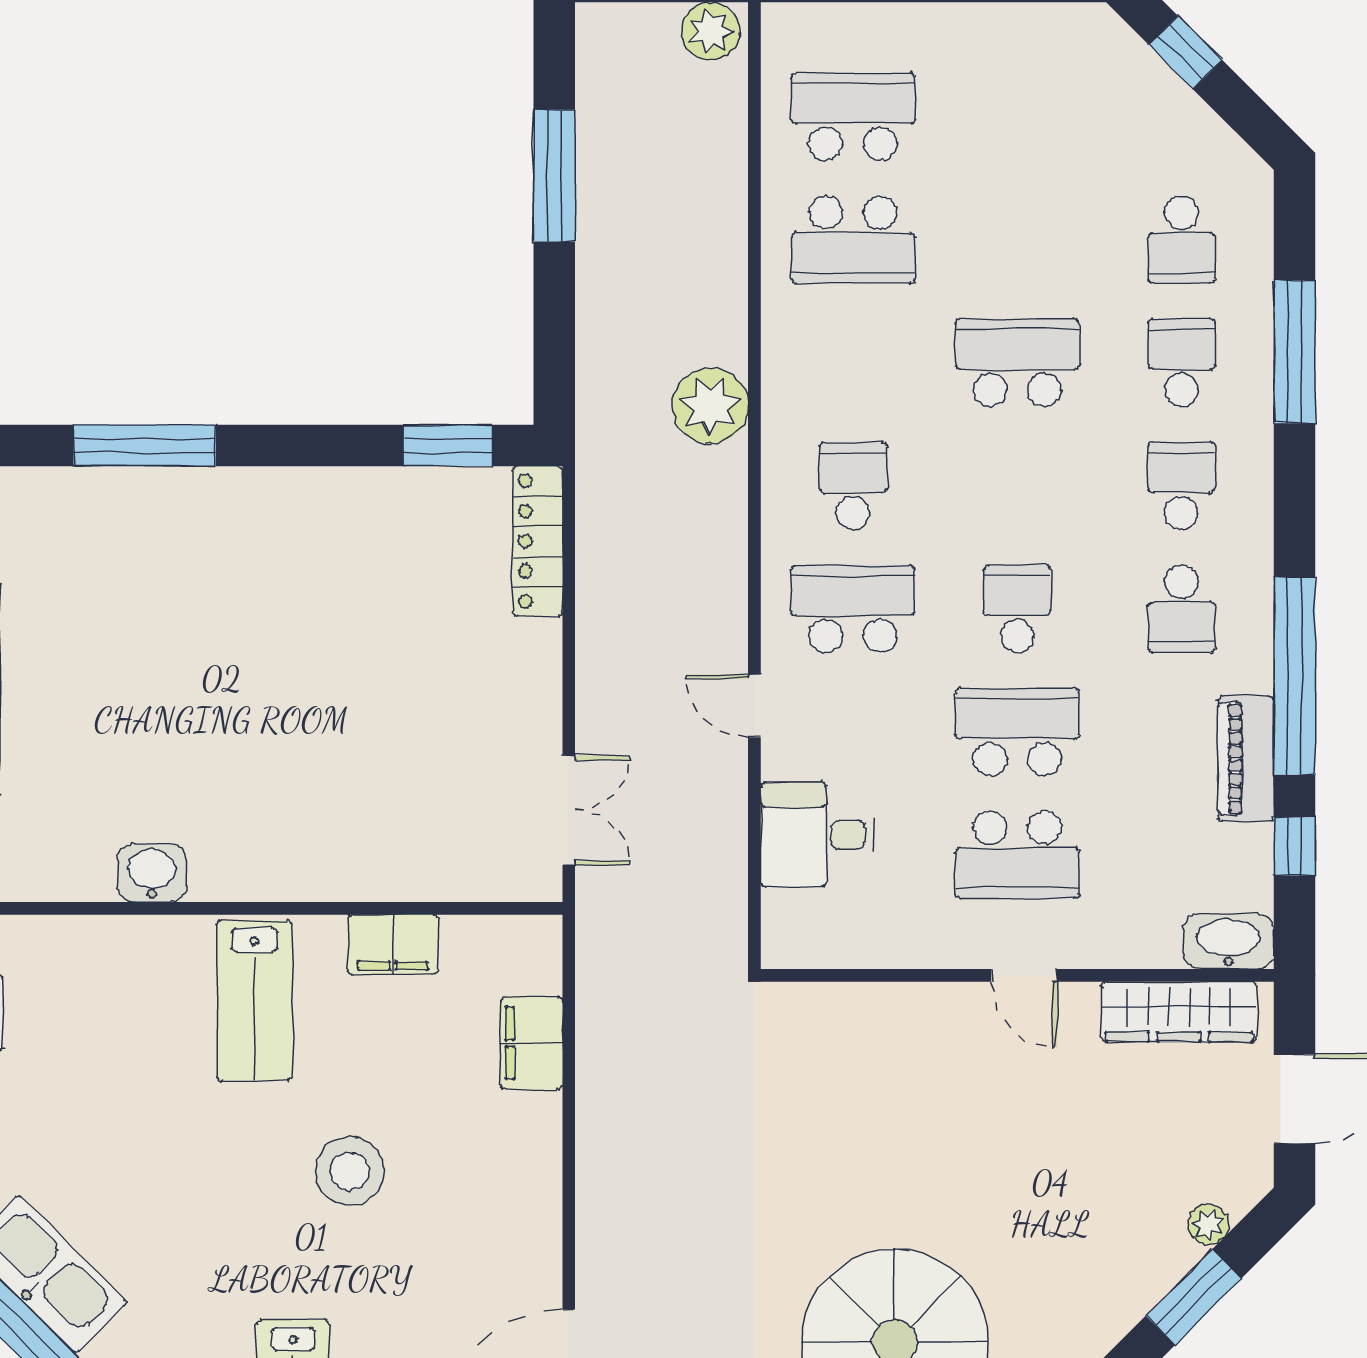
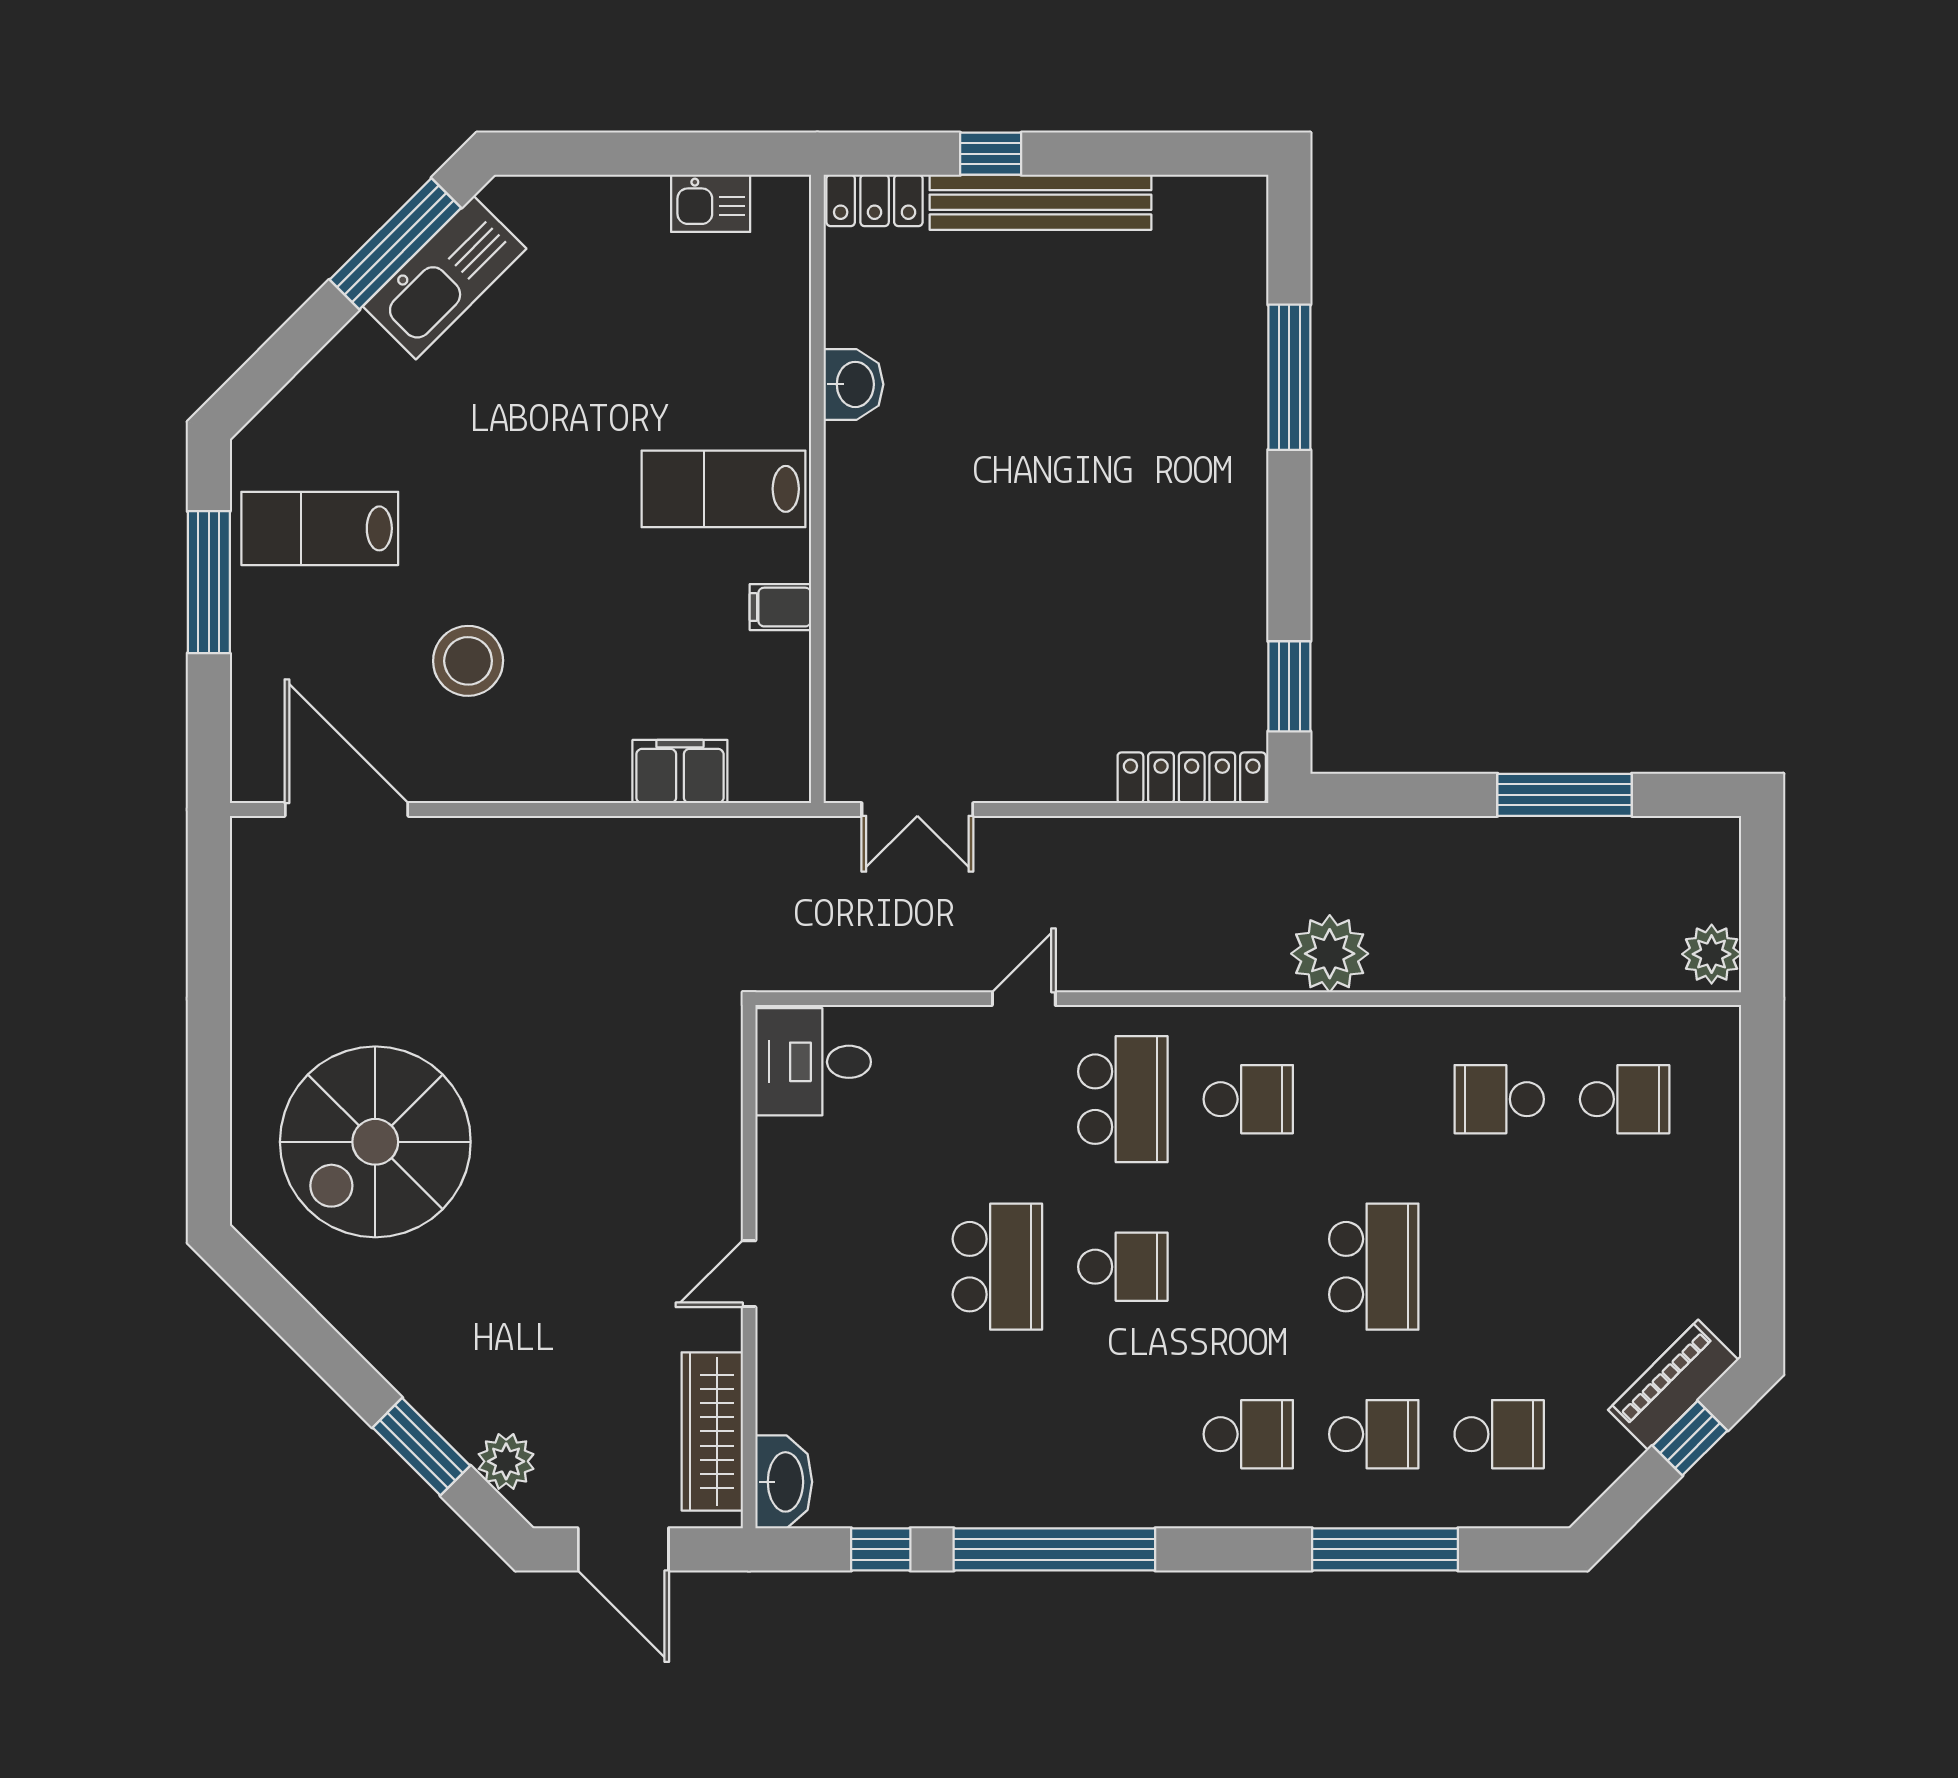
school desk: (853, 117) -> (1625, 1099), width x0.54
school desk: (853, 240) -> (1499, 1099), width x0.54
school desk: (1182, 240) -> (1499, 1434), turned 180
school desk: (1182, 609) -> (1123, 1434), removed
piano: (1246, 759) -> (1673, 1385), moved, turned -45
desk: (817, 835) -> (813, 1062), moved, turned -90
school desk: (1017, 855) -> (872, 1267), removed
filing cabinet: (393, 945) -> (780, 607), width x0.50
stool: (350, 1171) -> (468, 661), moved
plant: (1208, 1225) -> (506, 1461), width x1.38, depth x1.38

